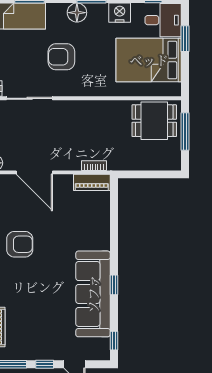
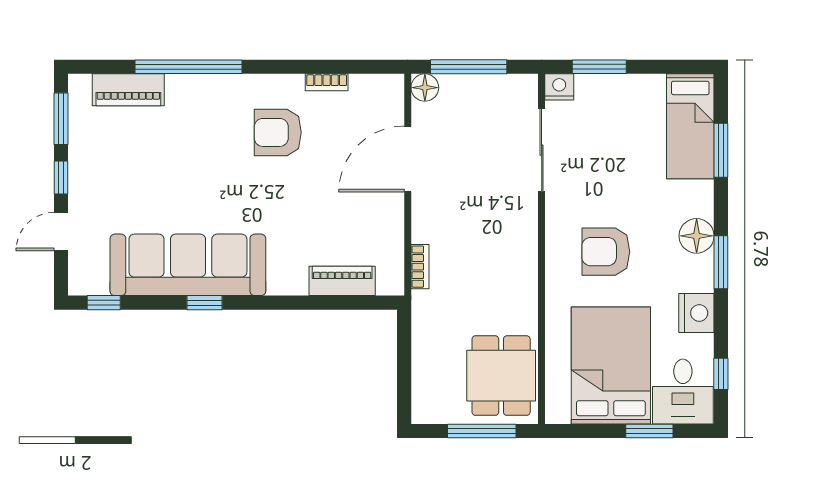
armchair: (61, 57) -> (606, 252), moved, turned -90
piano: (92, 182) -> (342, 281), moved, turned 90
armchair: (20, 244) -> (278, 132), turned 90

